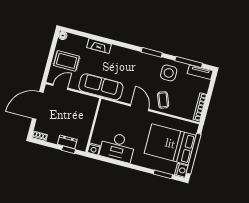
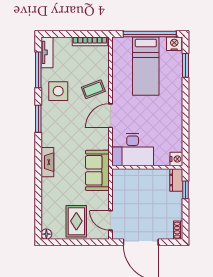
fireplace: (99, 46) -> (47, 162), moved
sofa: (101, 87) -> (97, 170), width x0.73
dresser: (67, 142) -> (176, 180), moved
bed: (170, 144) -> (146, 66), width x0.67
desk: (117, 147) -> (133, 150), moved, turned 90

